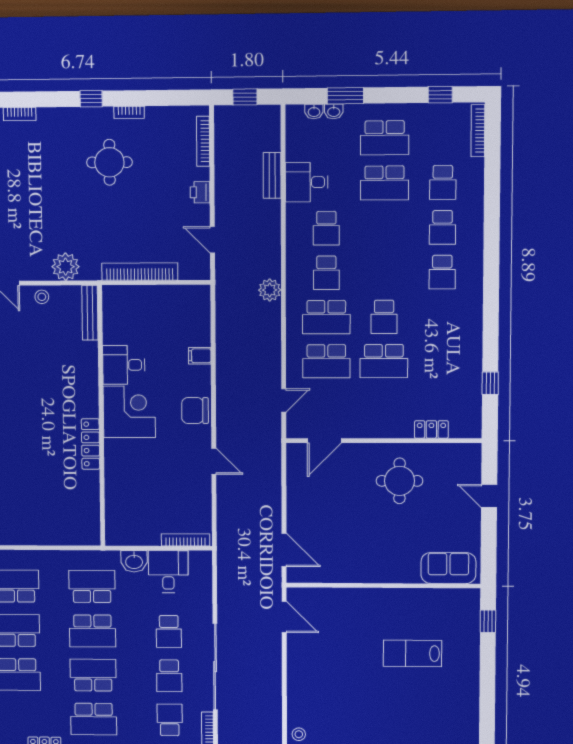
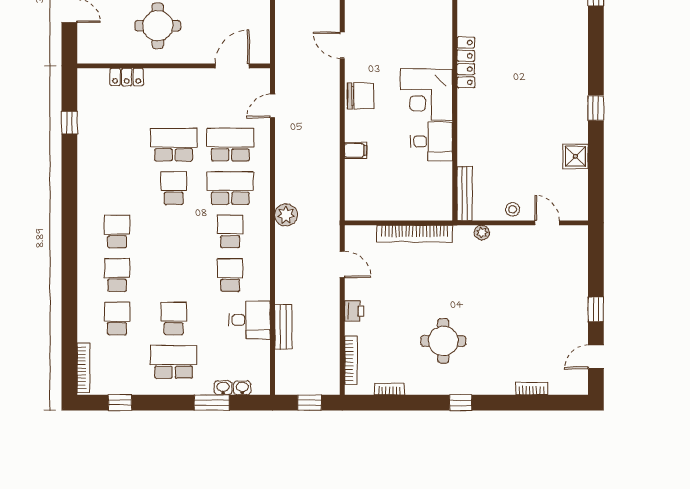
bookcase: (129, 112) -> (389, 389), moved
school desk: (384, 183) -> (174, 318), width x0.54
plant: (66, 267) -> (482, 233), width x0.53, depth x0.53

